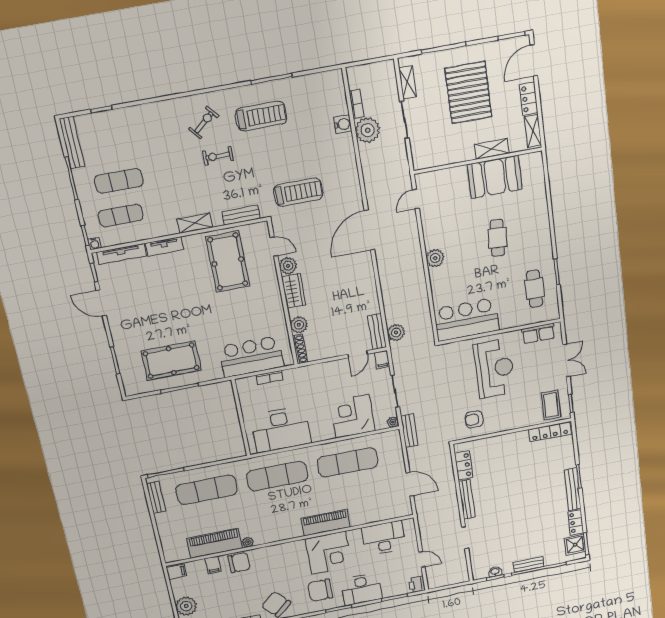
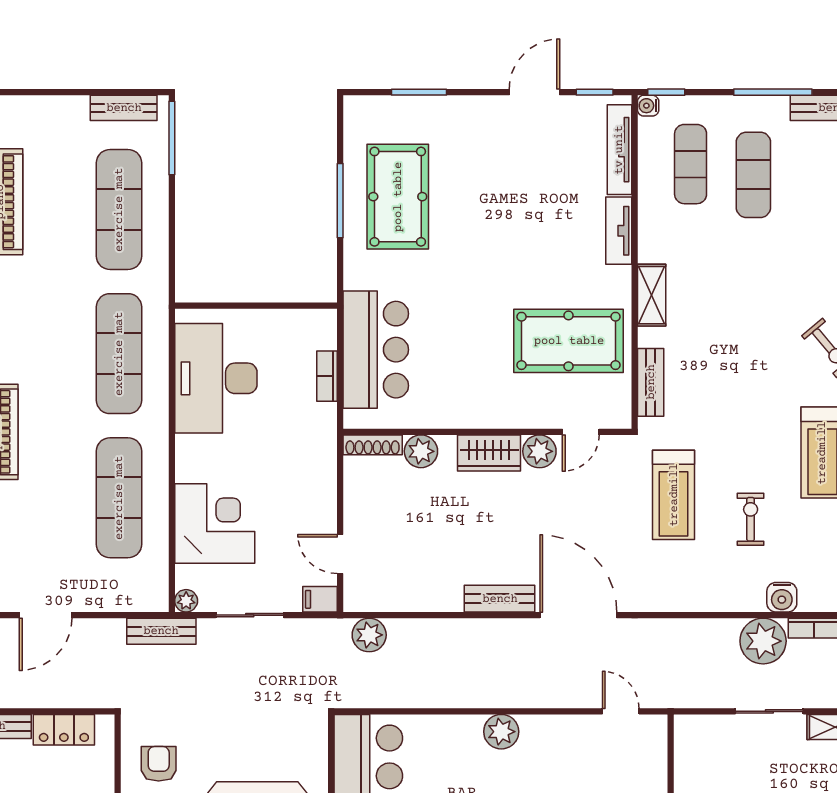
exercise bike: (218, 156) -> (751, 519), moved
bench: (377, 332) -> (500, 599), moved

